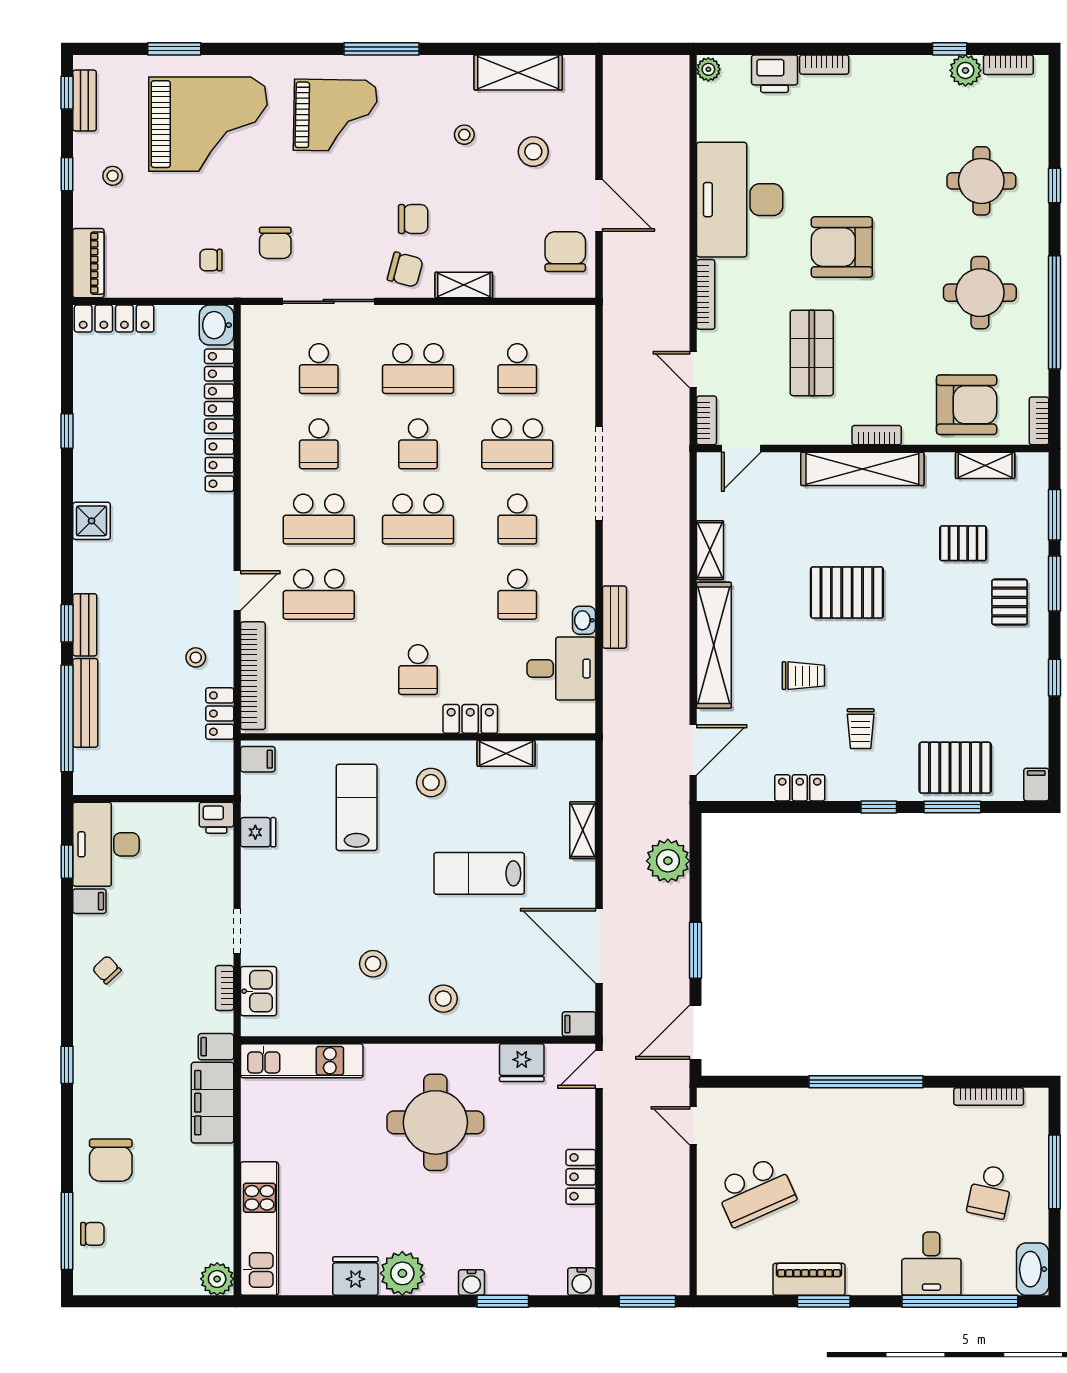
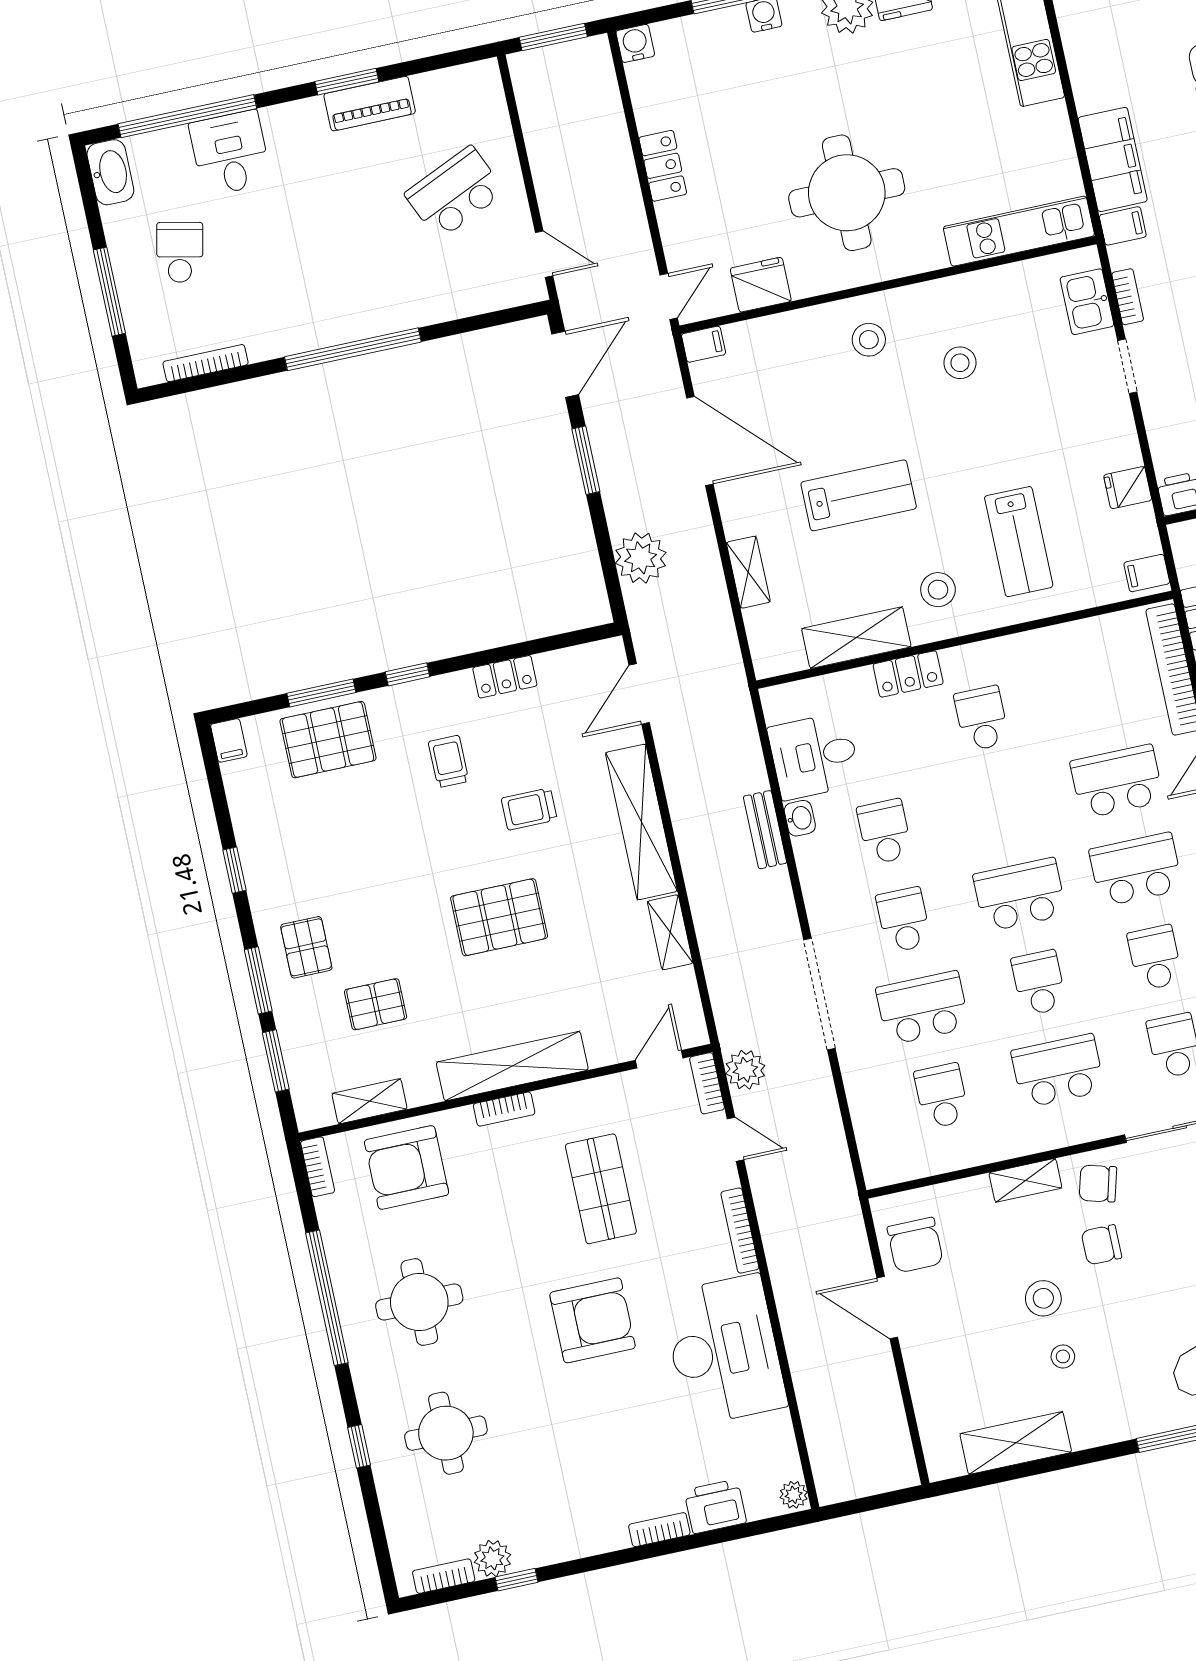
stool: (533, 152) -> (1043, 1298), moved
plant: (673, 425) -> (745, 1070), added
shelving: (506, 753) -> (856, 638), width x1.50, depth x1.33

